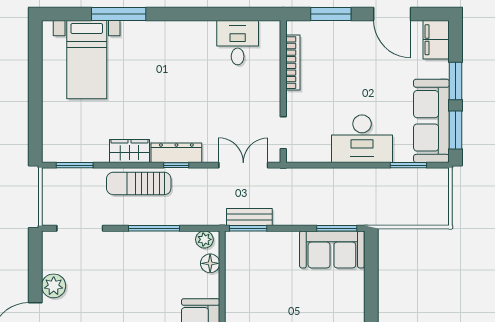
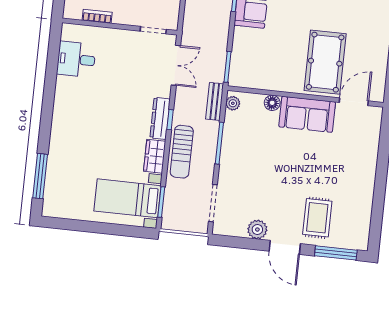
window: (119, 14) -> (40, 176), moved
bed with nightstands: (87, 60) -> (127, 198), moved, turned 180
bookcase: (293, 63) -> (97, 16), width x0.64
double door: (243, 165) -> (176, 65), swing flipped
bench: (249, 217) -> (215, 101), moved
floor lamp: (210, 263) -> (272, 103), moved

